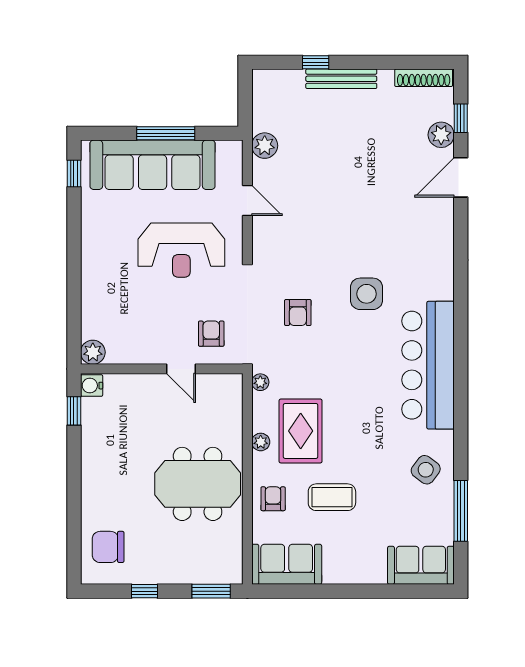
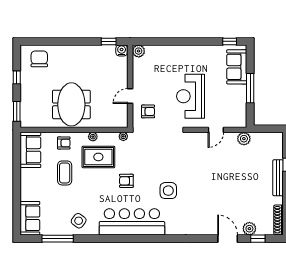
sofa: (153, 165) -> (237, 67), width x0.54, depth x0.79
armchair: (298, 313) -> (126, 181), moved

